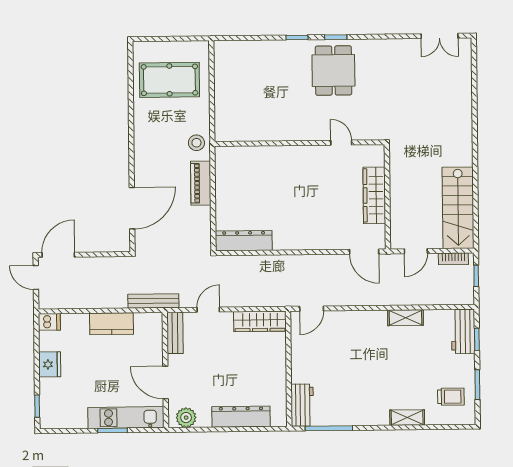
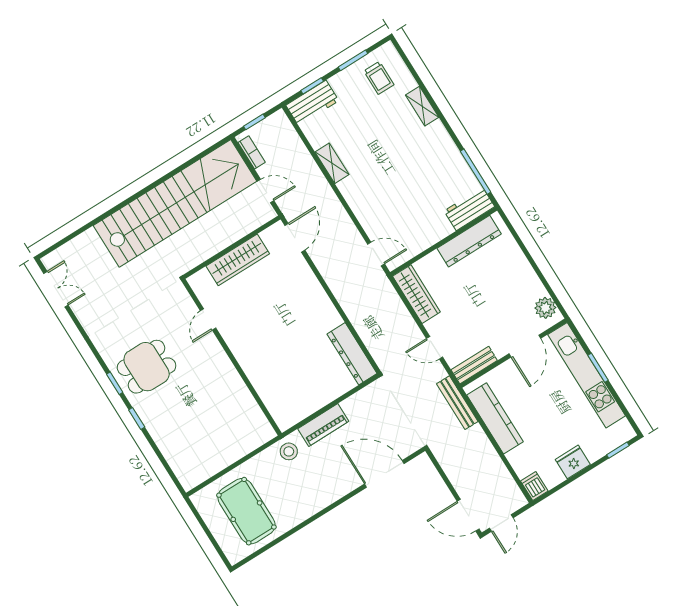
stairs: (458, 208) -> (175, 203), width x1.86, depth x1.51
kitchen counter: (111, 324) -> (495, 418), width x1.50
trolley: (451, 397) -> (379, 78), turned 180
dresser: (241, 417) -> (469, 241), moved, turned -90
kitchen unit: (126, 418) -> (587, 375), width x1.36

